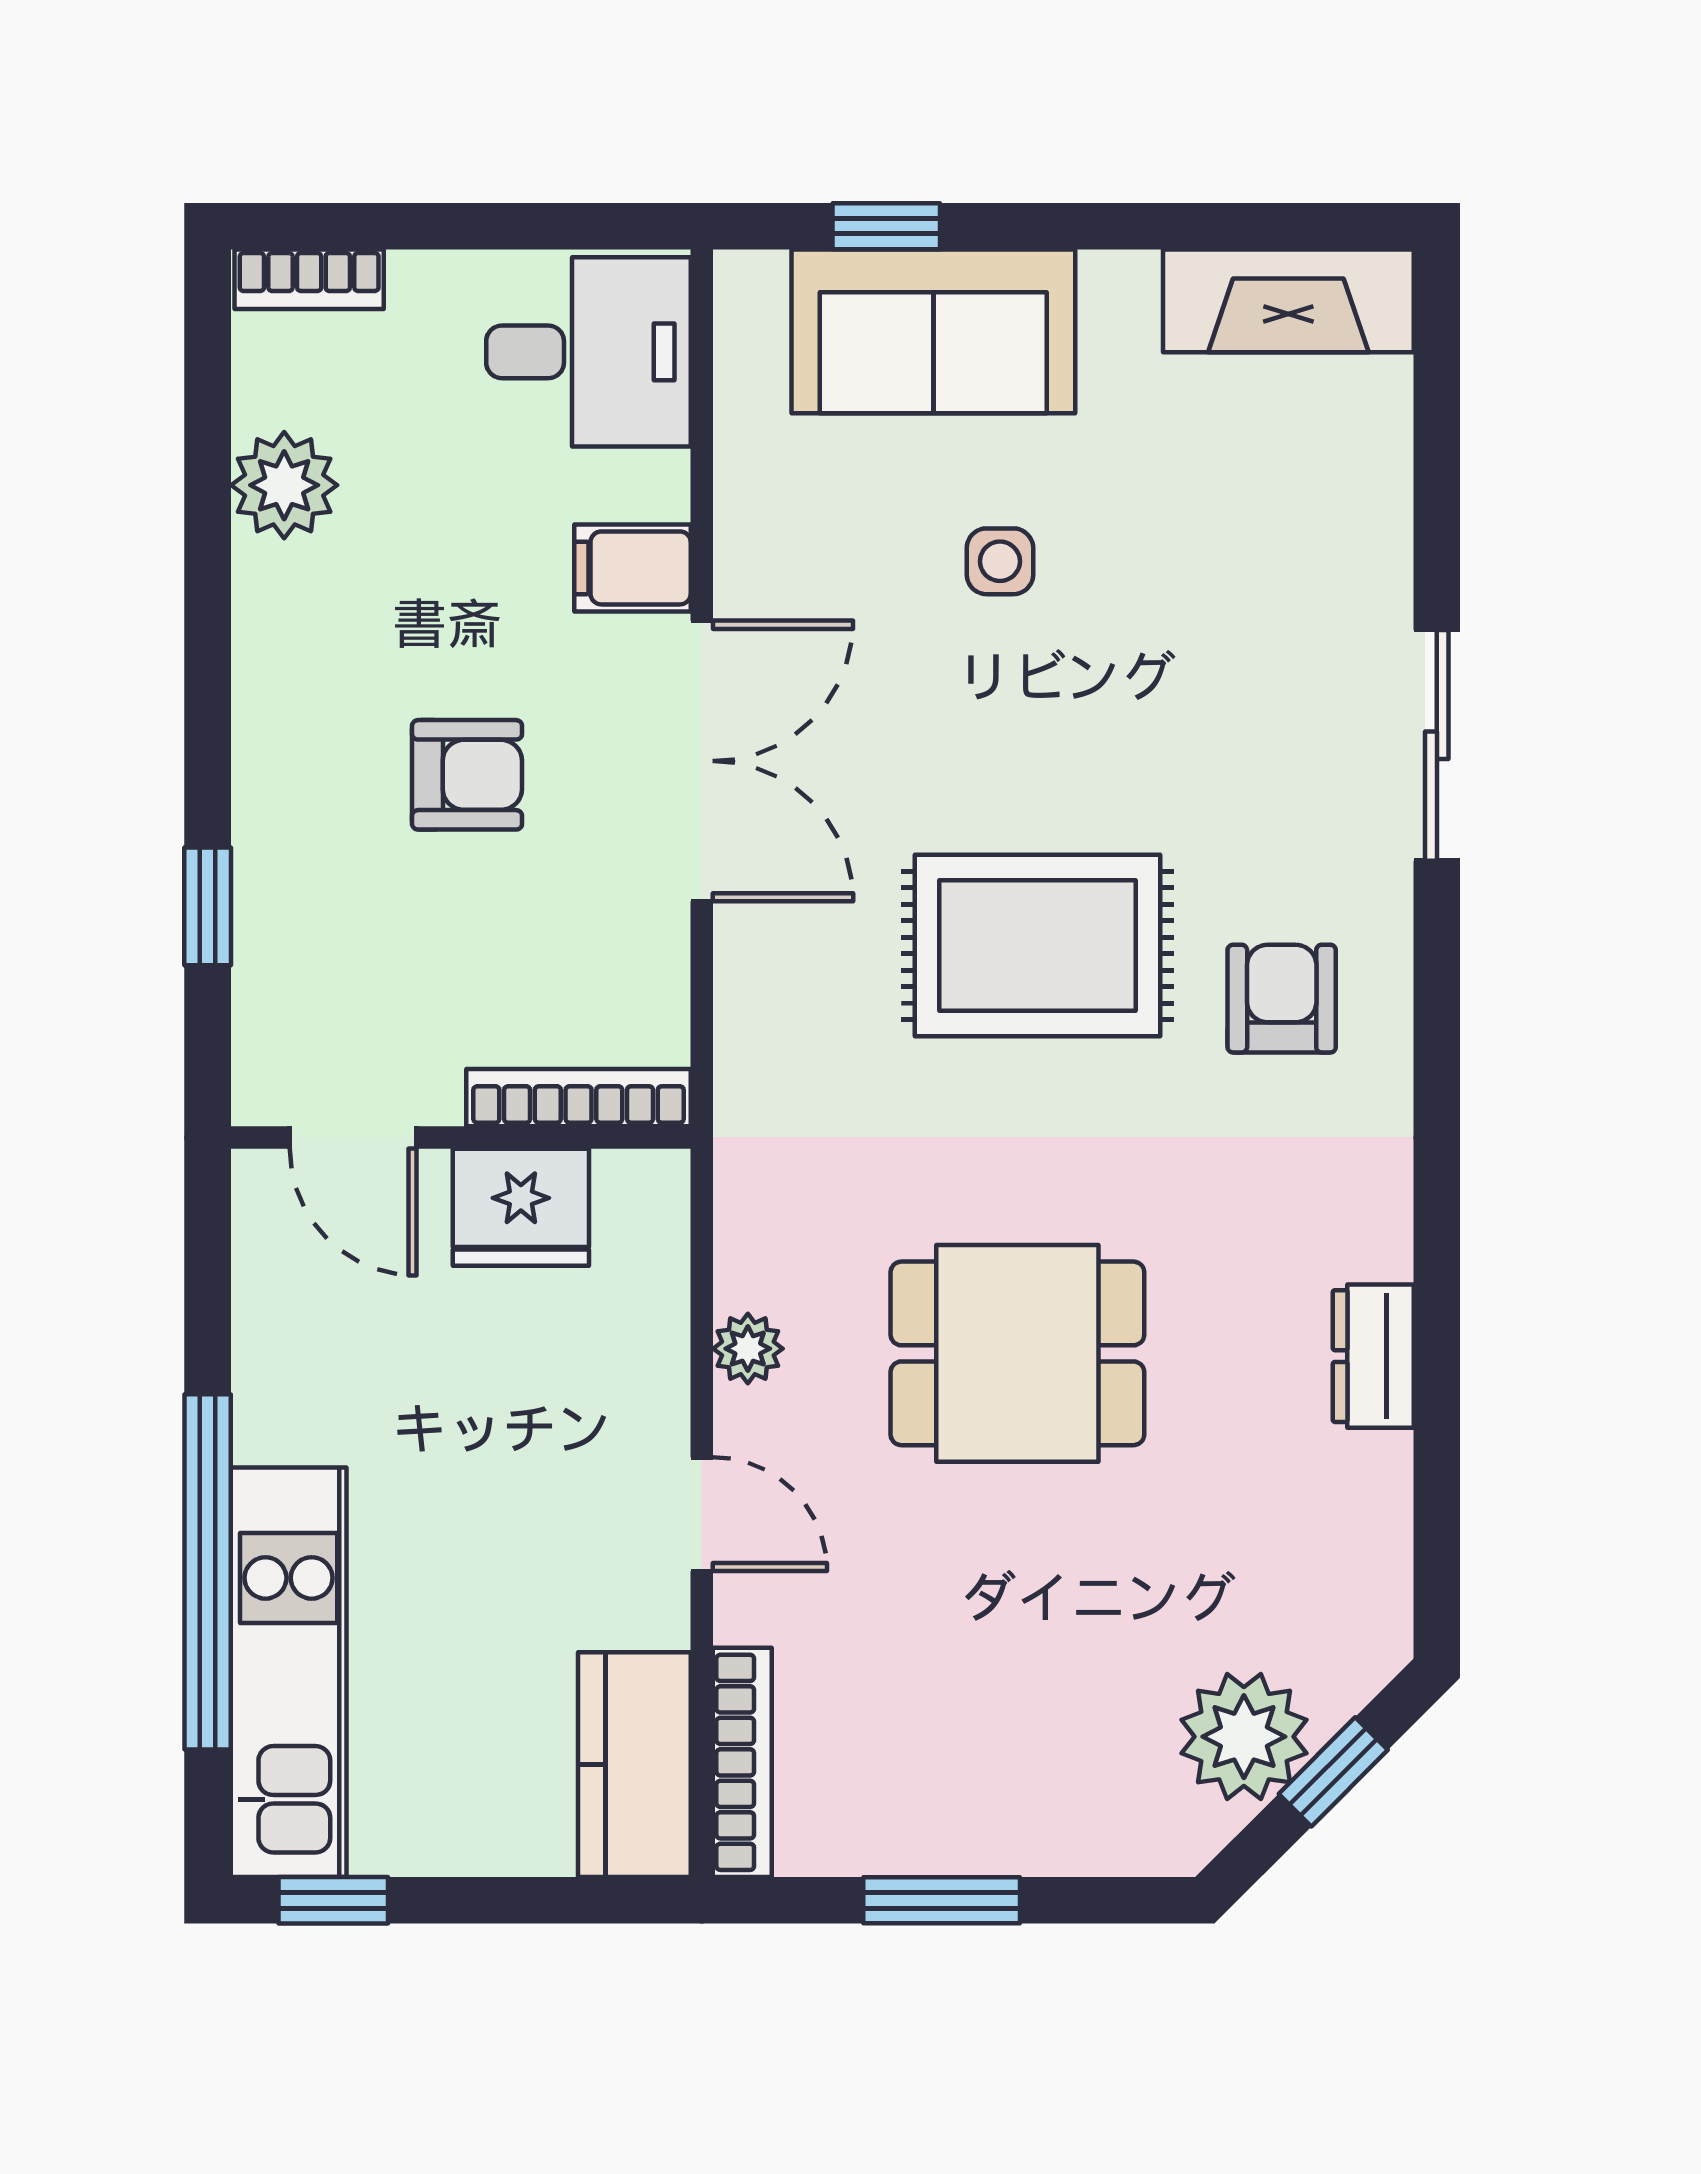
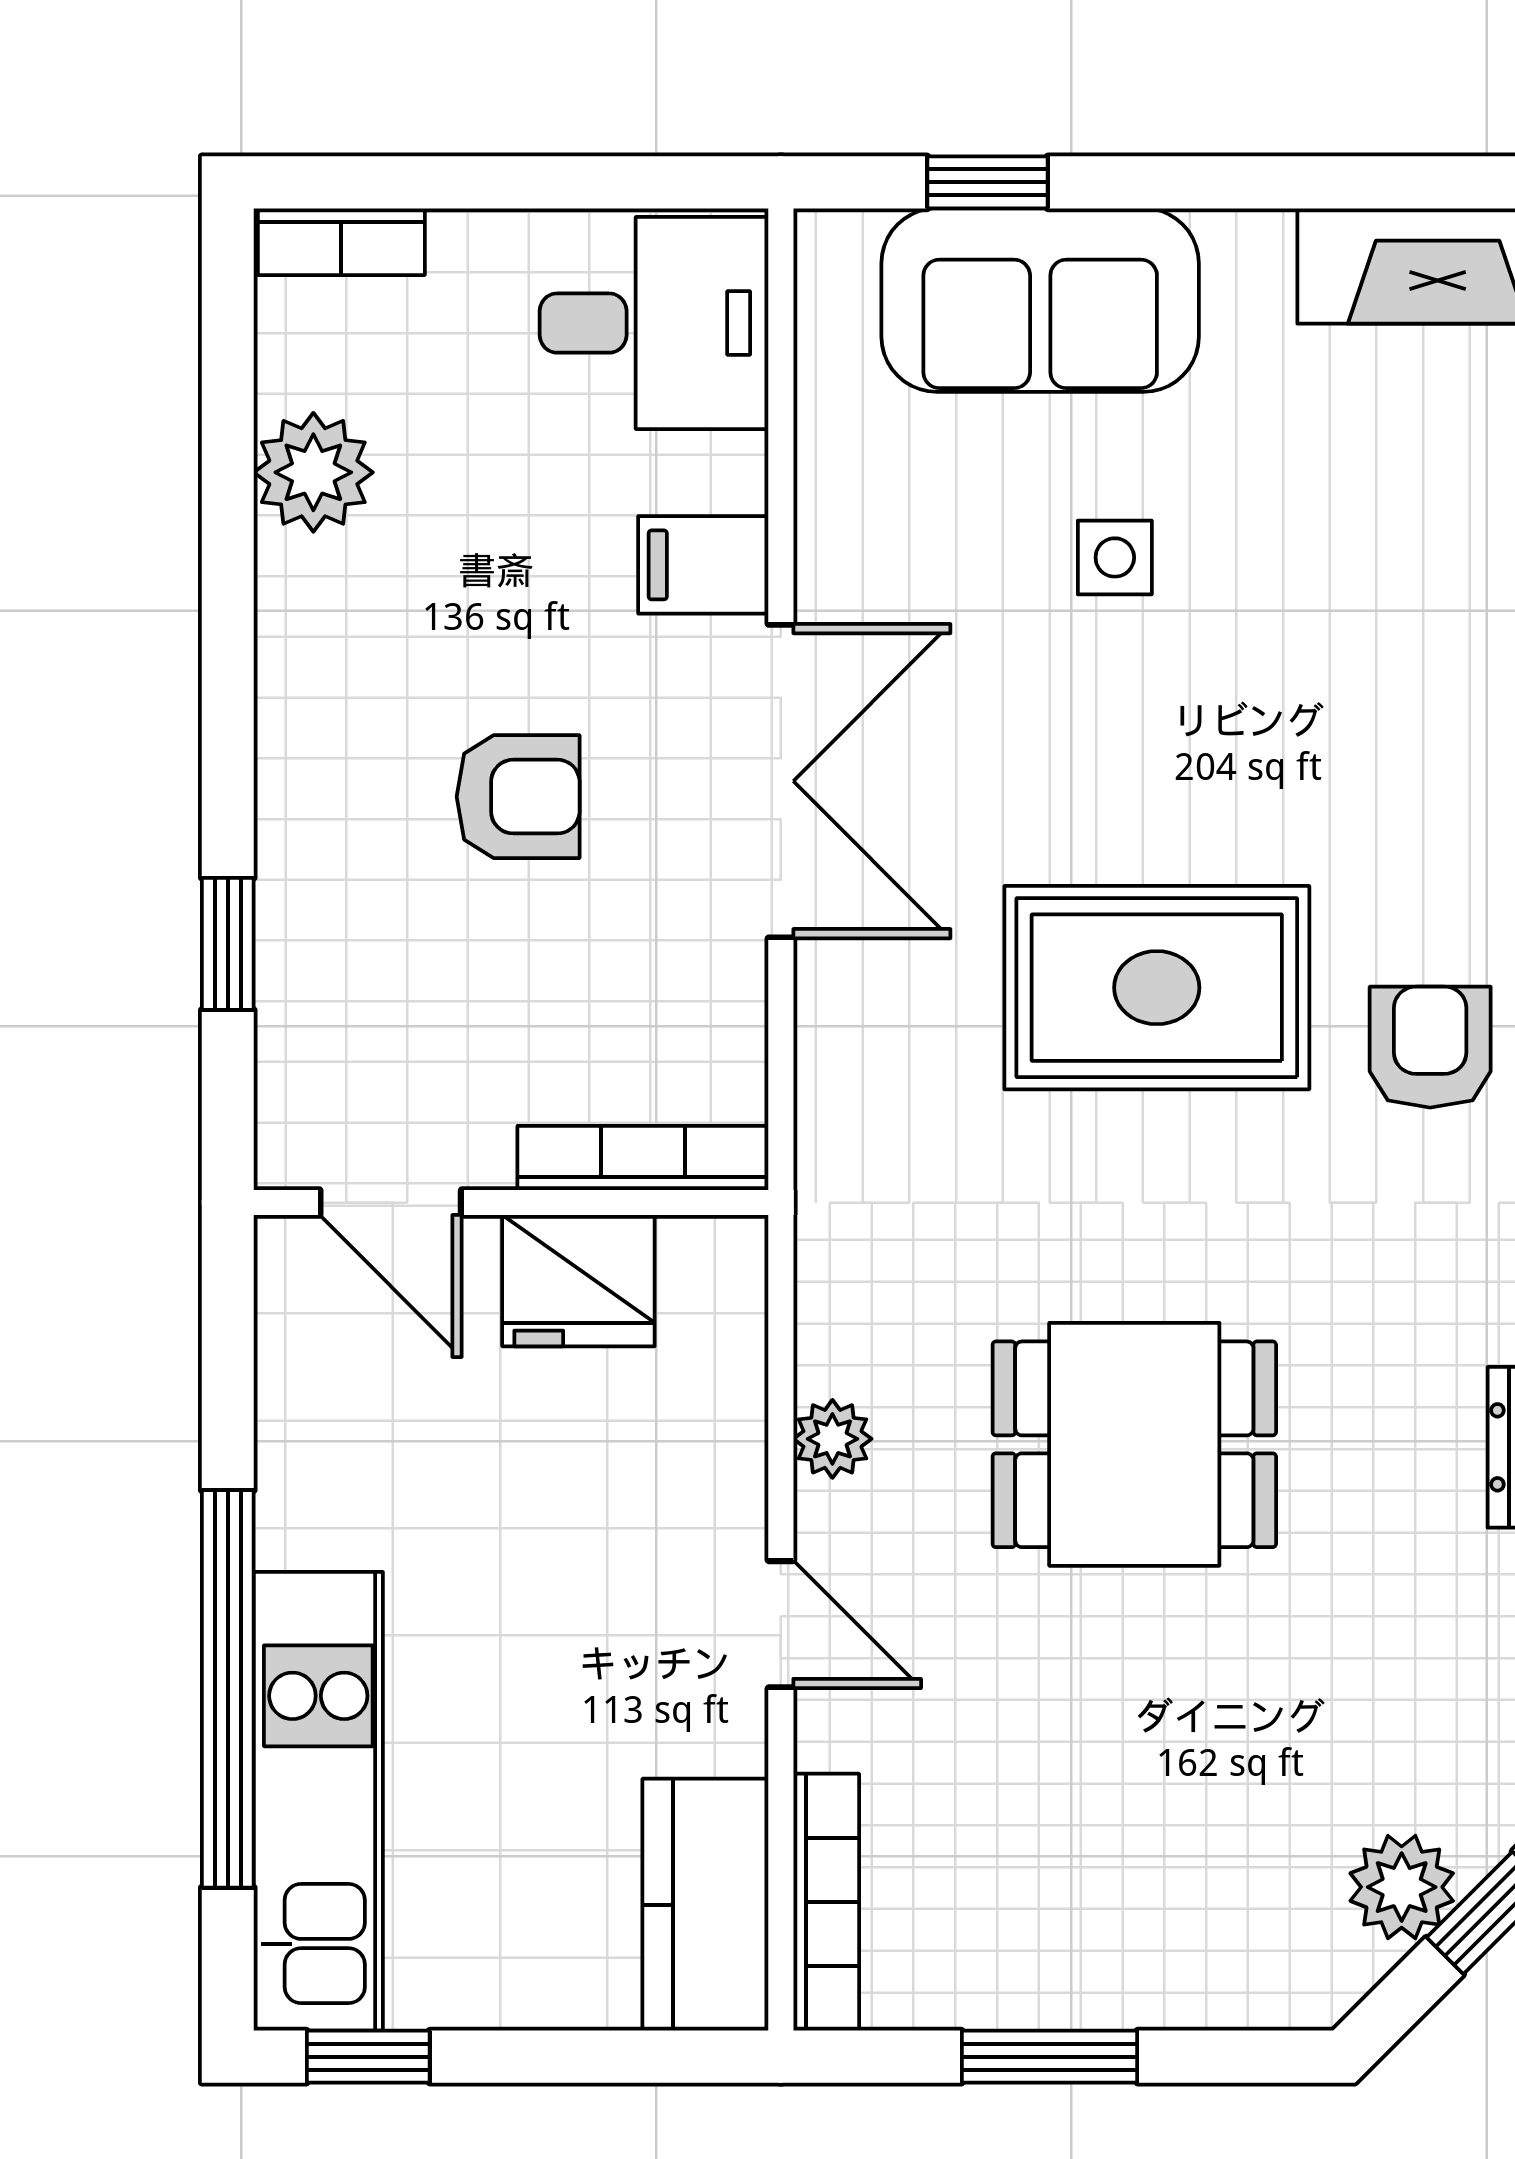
plant: (1244, 1737) -> (1402, 1887), width x0.73, depth x0.73

